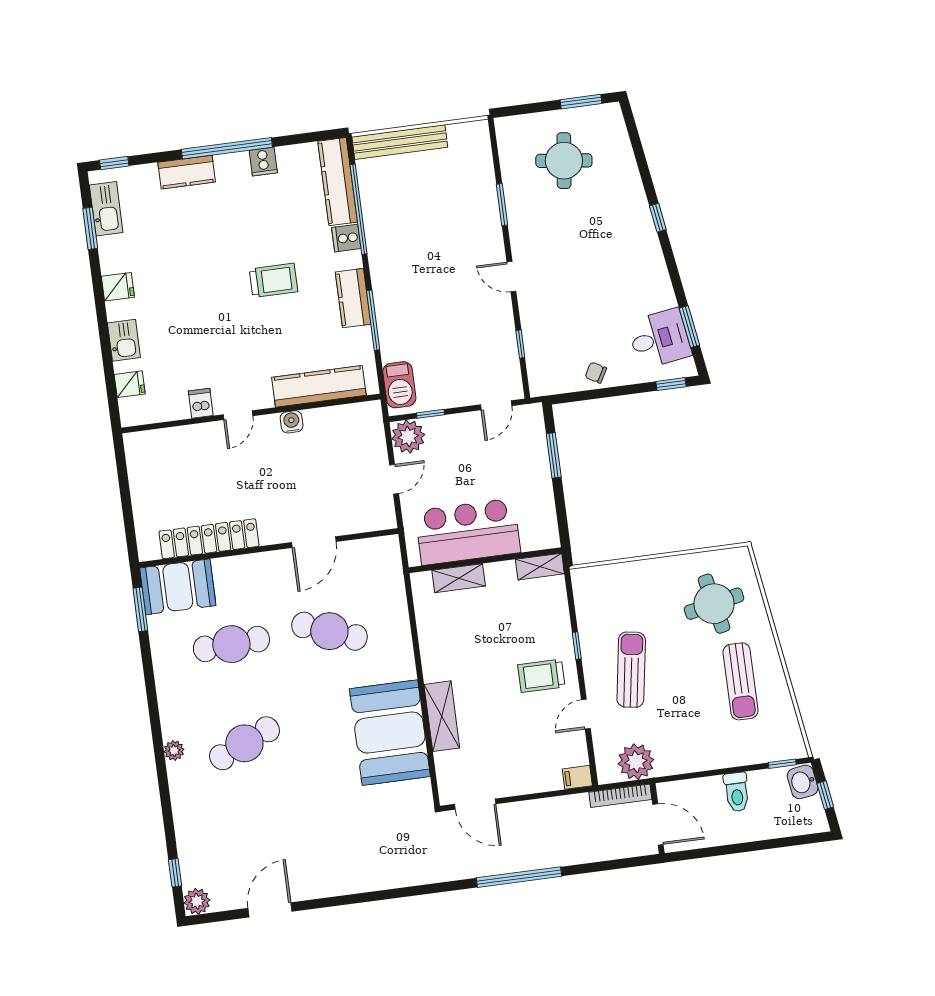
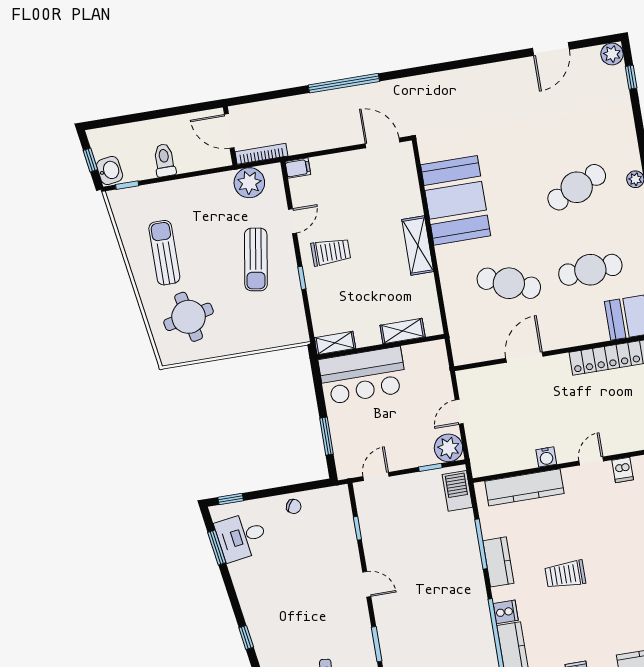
bar counter: (468, 532) -> (363, 376), moved
shelving: (442, 716) -> (418, 246), moved

